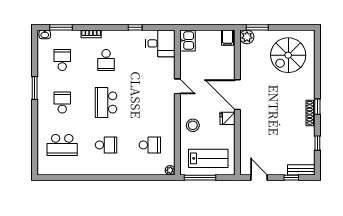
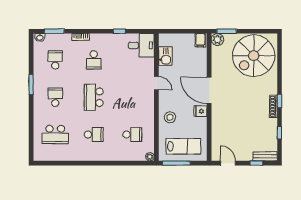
kitchen sink: (188, 41) -> (165, 56), moved
spiral stairs: (288, 55) -> (254, 56), width x1.37, depth x1.37

